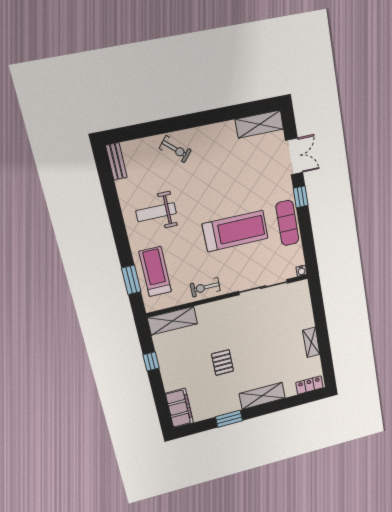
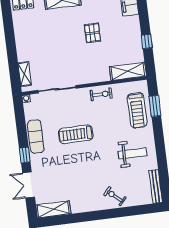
bench: (116, 161) -> (156, 186), width x1.36
treadmill: (235, 231) -> (76, 134), width x0.73, depth x0.73
shelving: (311, 342) -> (25, 74), moved

